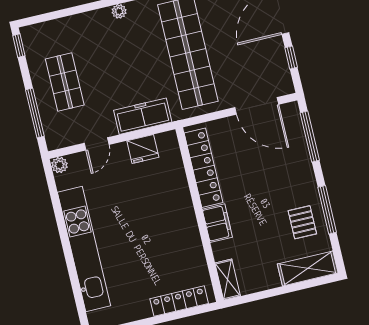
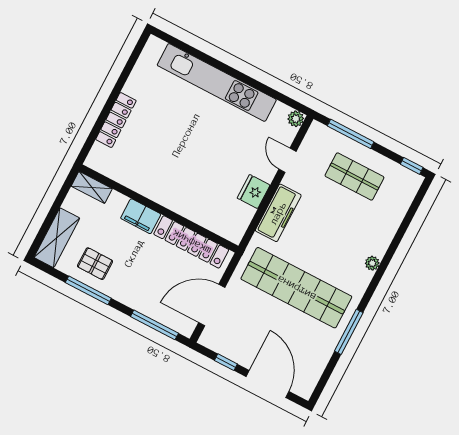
locker: (204, 168) -> (191, 242), moved
wall: (200, 215) -> (159, 208), moved
filing cabinet: (217, 223) -> (141, 216), moved
shelving: (228, 279) -> (92, 187), moved

